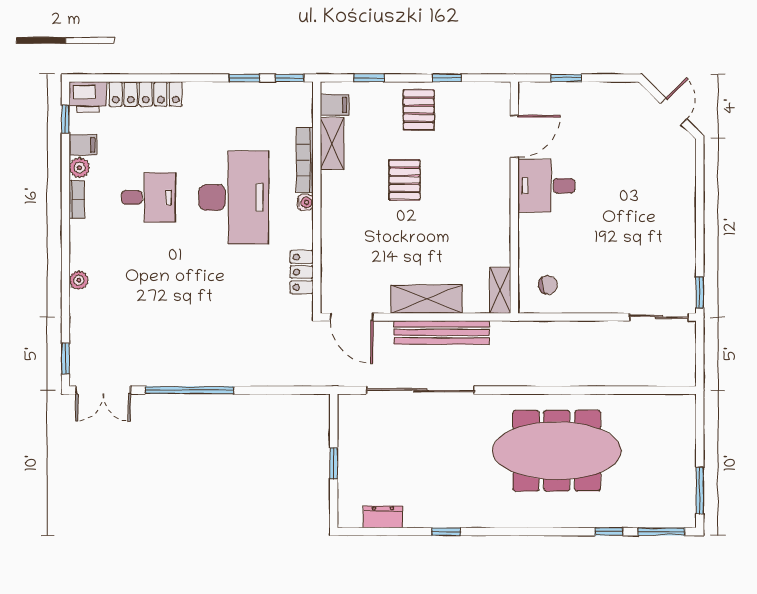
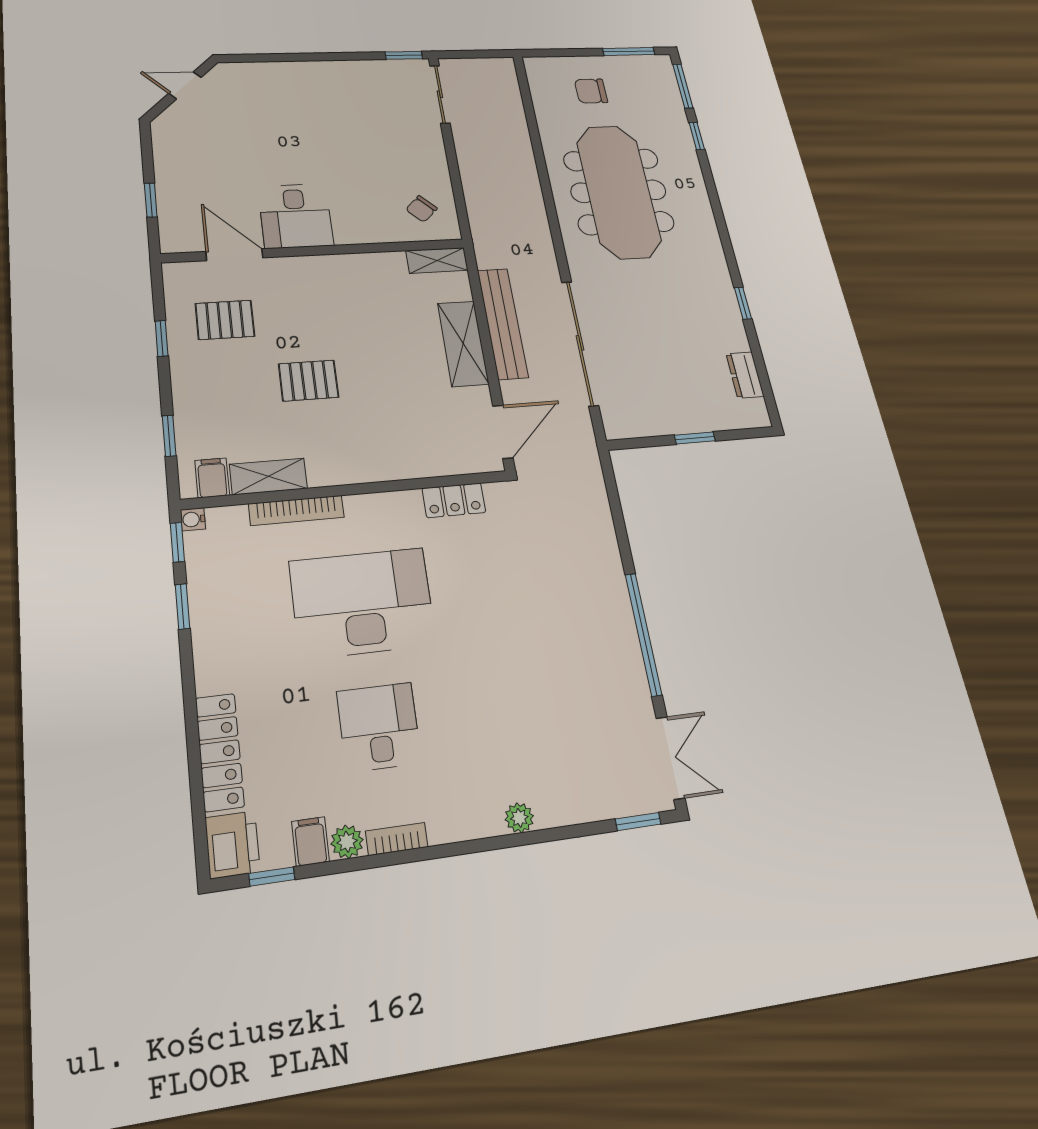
pallet: (419, 110) -> (225, 320), moved
water cooler: (305, 202) -> (193, 519), moved, turned -90
chair: (548, 285) -> (421, 209), turned -124
chair: (658, 448) -> (591, 91), added

